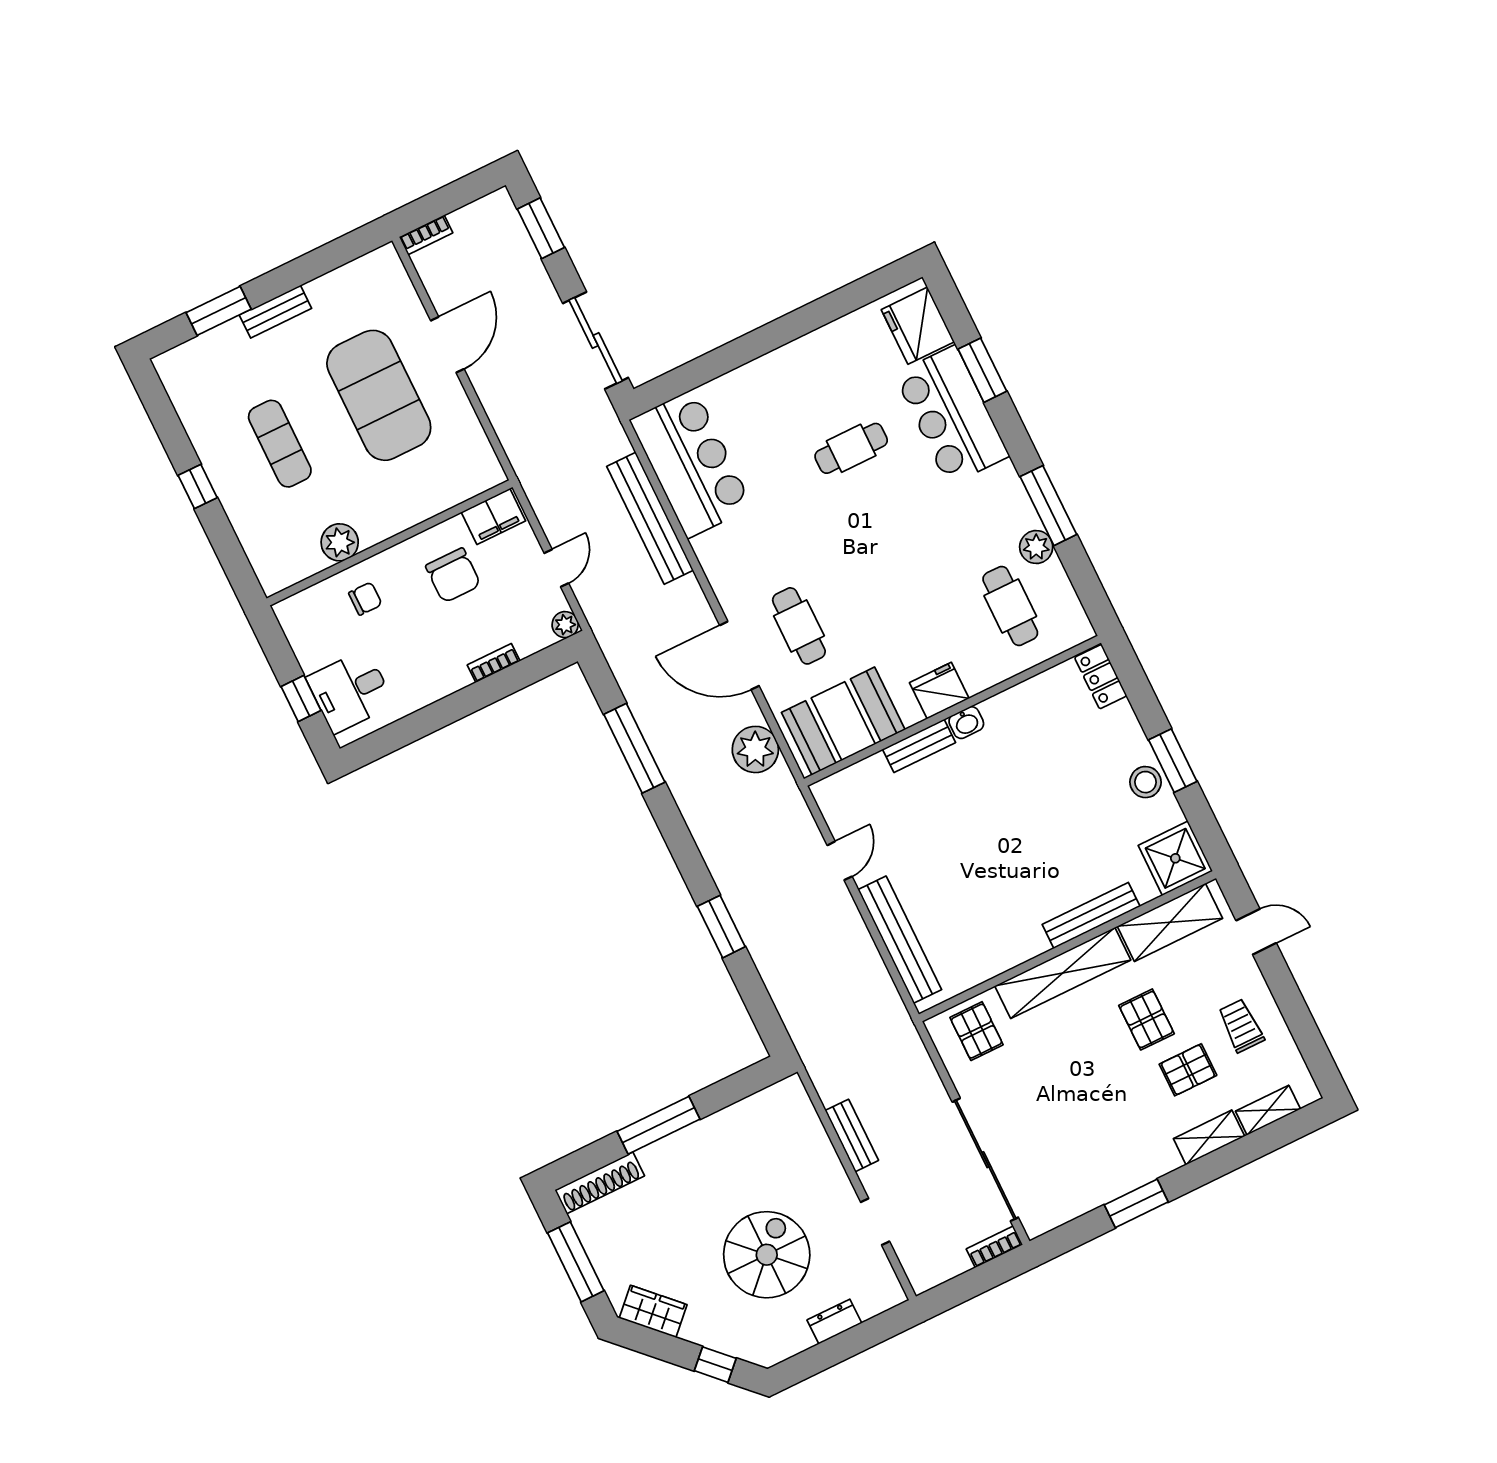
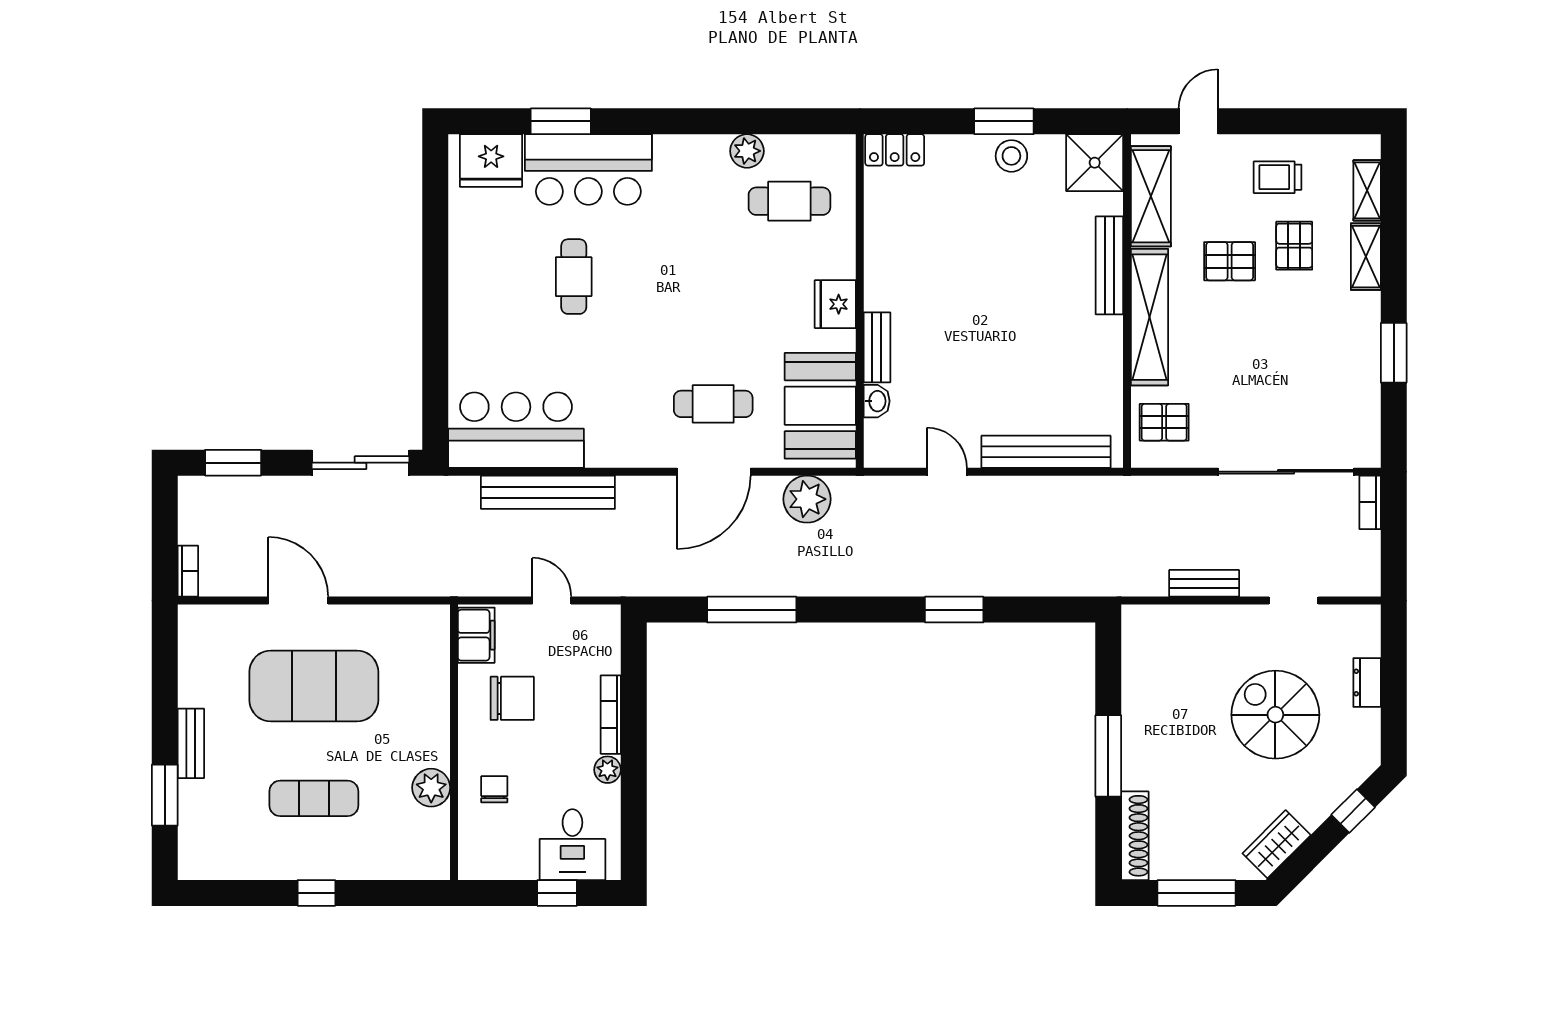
window: (1048, 506) -> (714, 121), removed
plant: (565, 625) -> (607, 770), moved
bookcase: (494, 663) -> (611, 715), width x1.56
washbasin: (966, 723) -> (877, 401), moved

